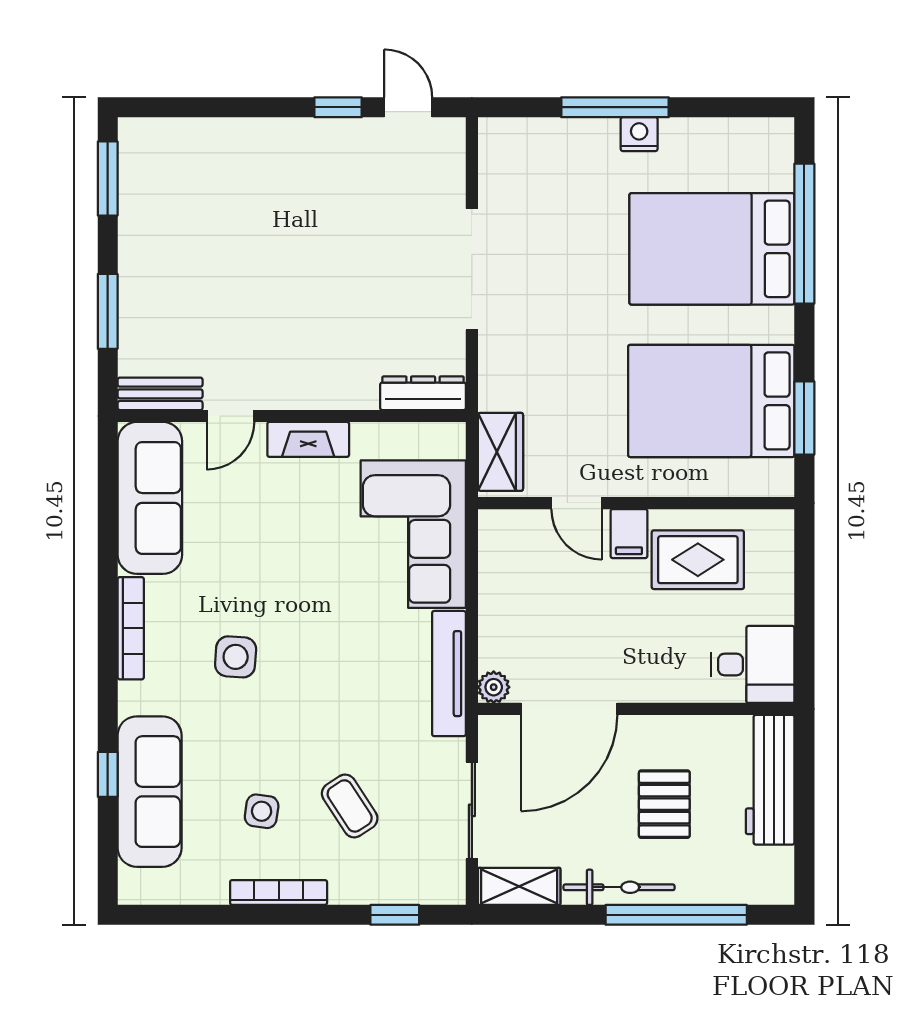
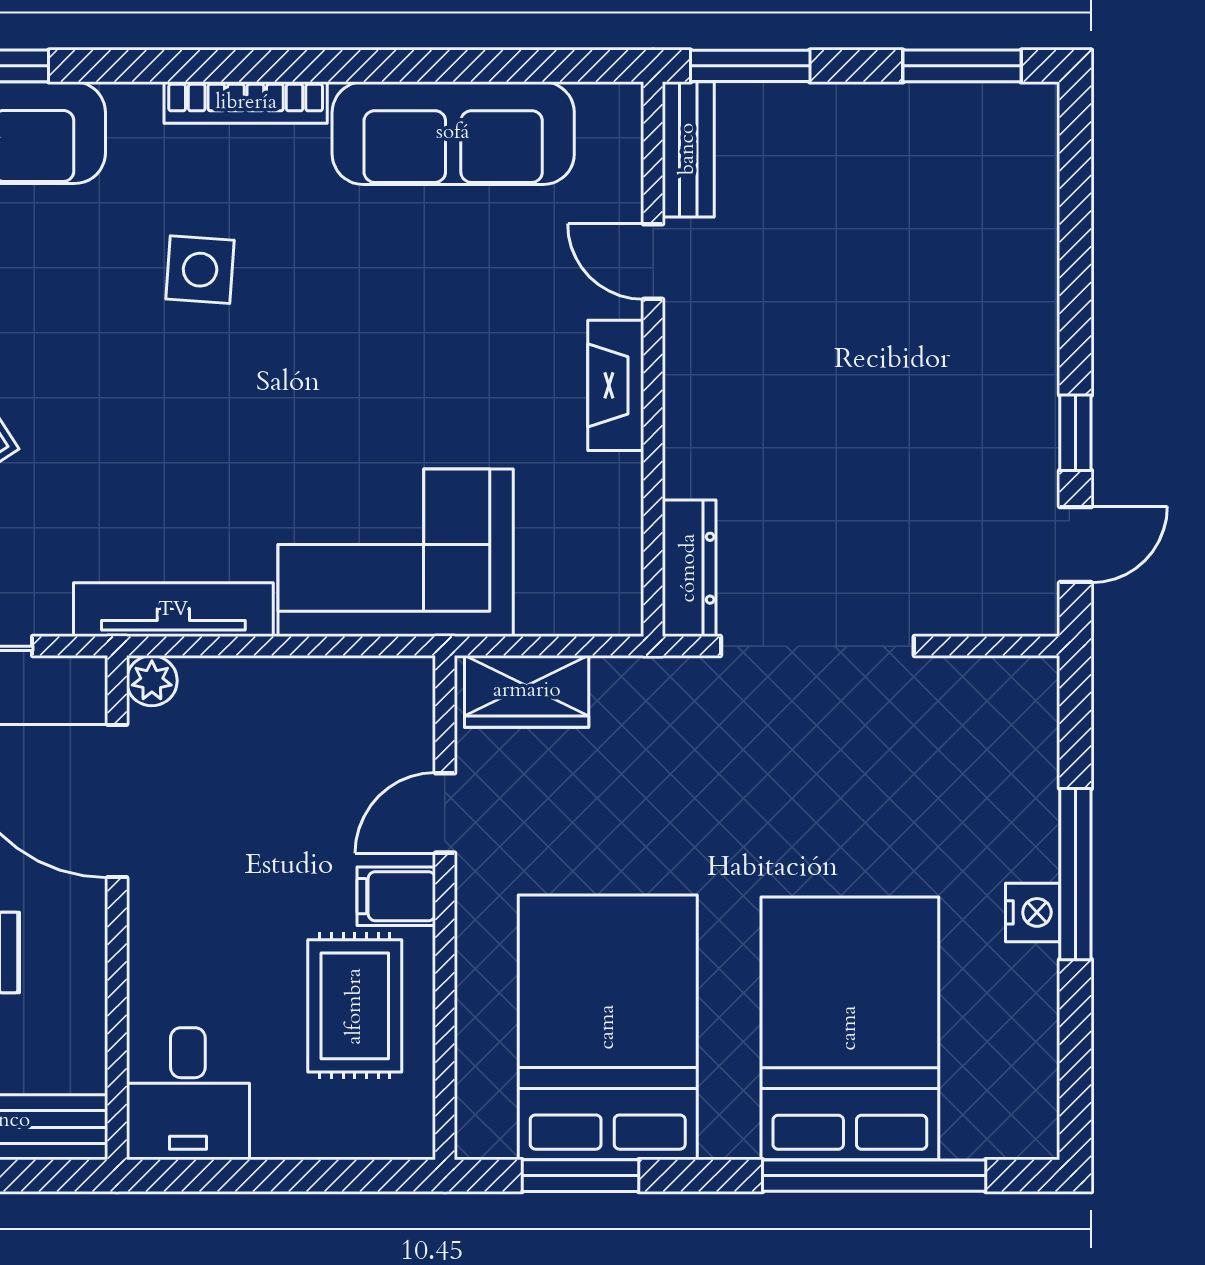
dresser: (423, 393) -> (689, 568), moved
bench: (160, 394) -> (688, 149), moved
door: (231, 416) -> (653, 262), moved
wall: (292, 416) -> (653, 359), moved
fireplace: (308, 439) -> (616, 385), moved

